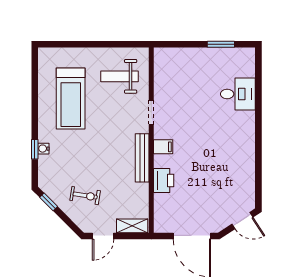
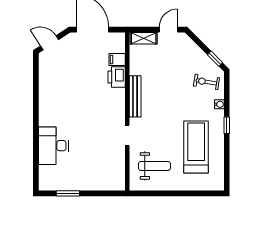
desk: (238, 94) -> (53, 146), width x1.37
filing cabinet: (163, 147) -> (117, 59), moved
window: (35, 149) -> (227, 125), moved
exercise bike: (85, 196) -> (206, 82), moved

